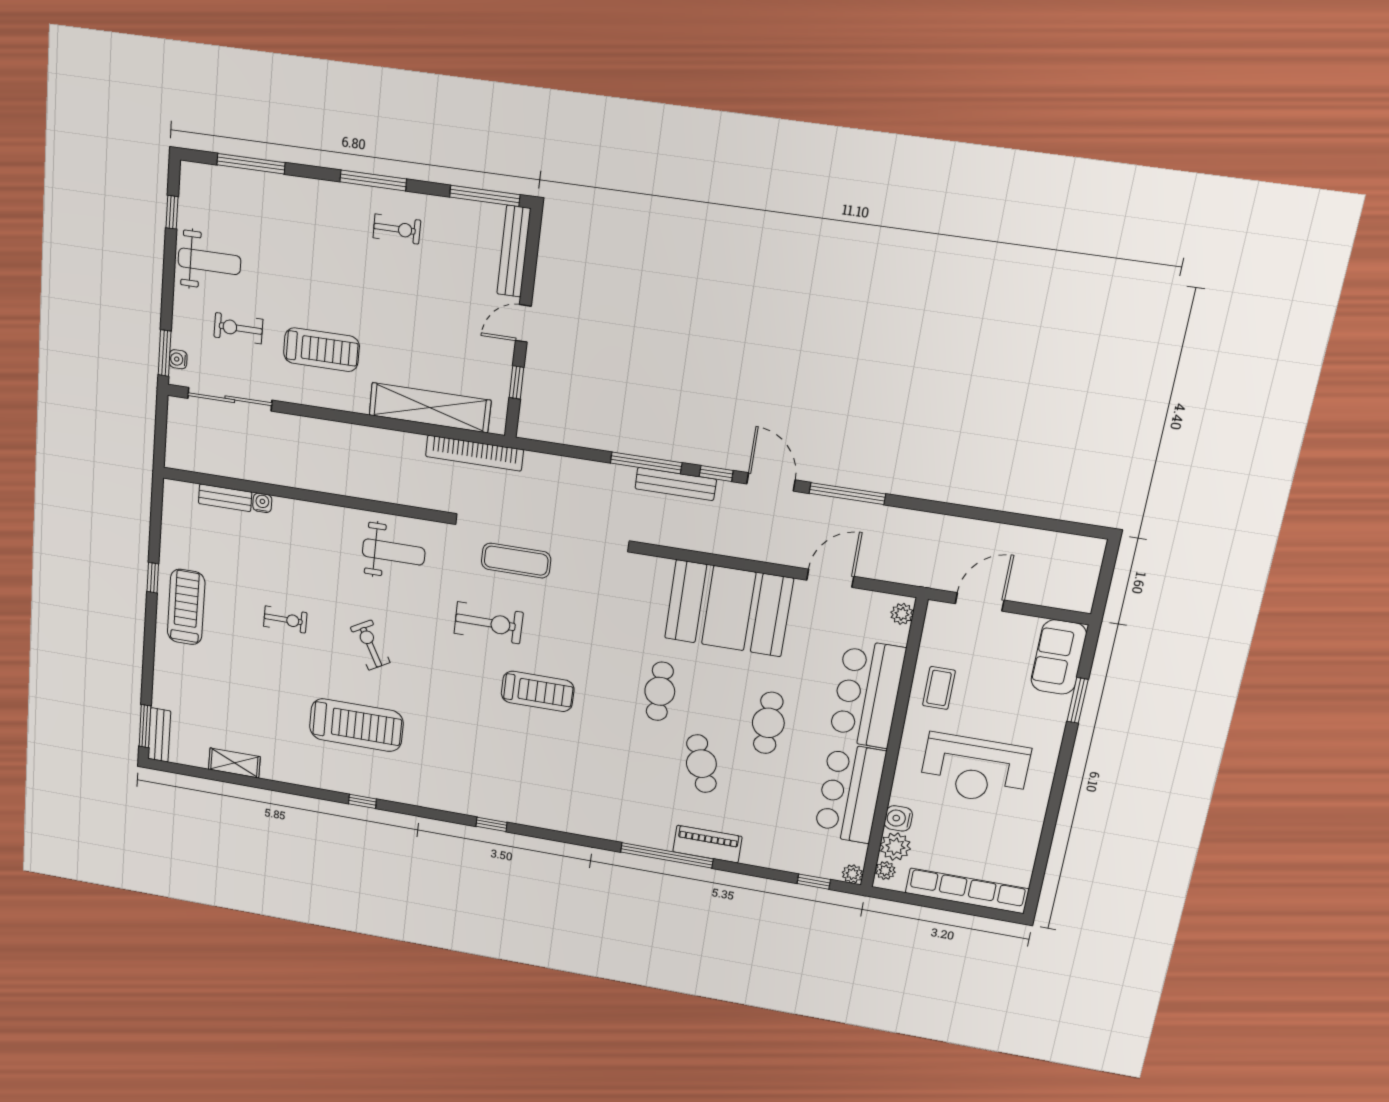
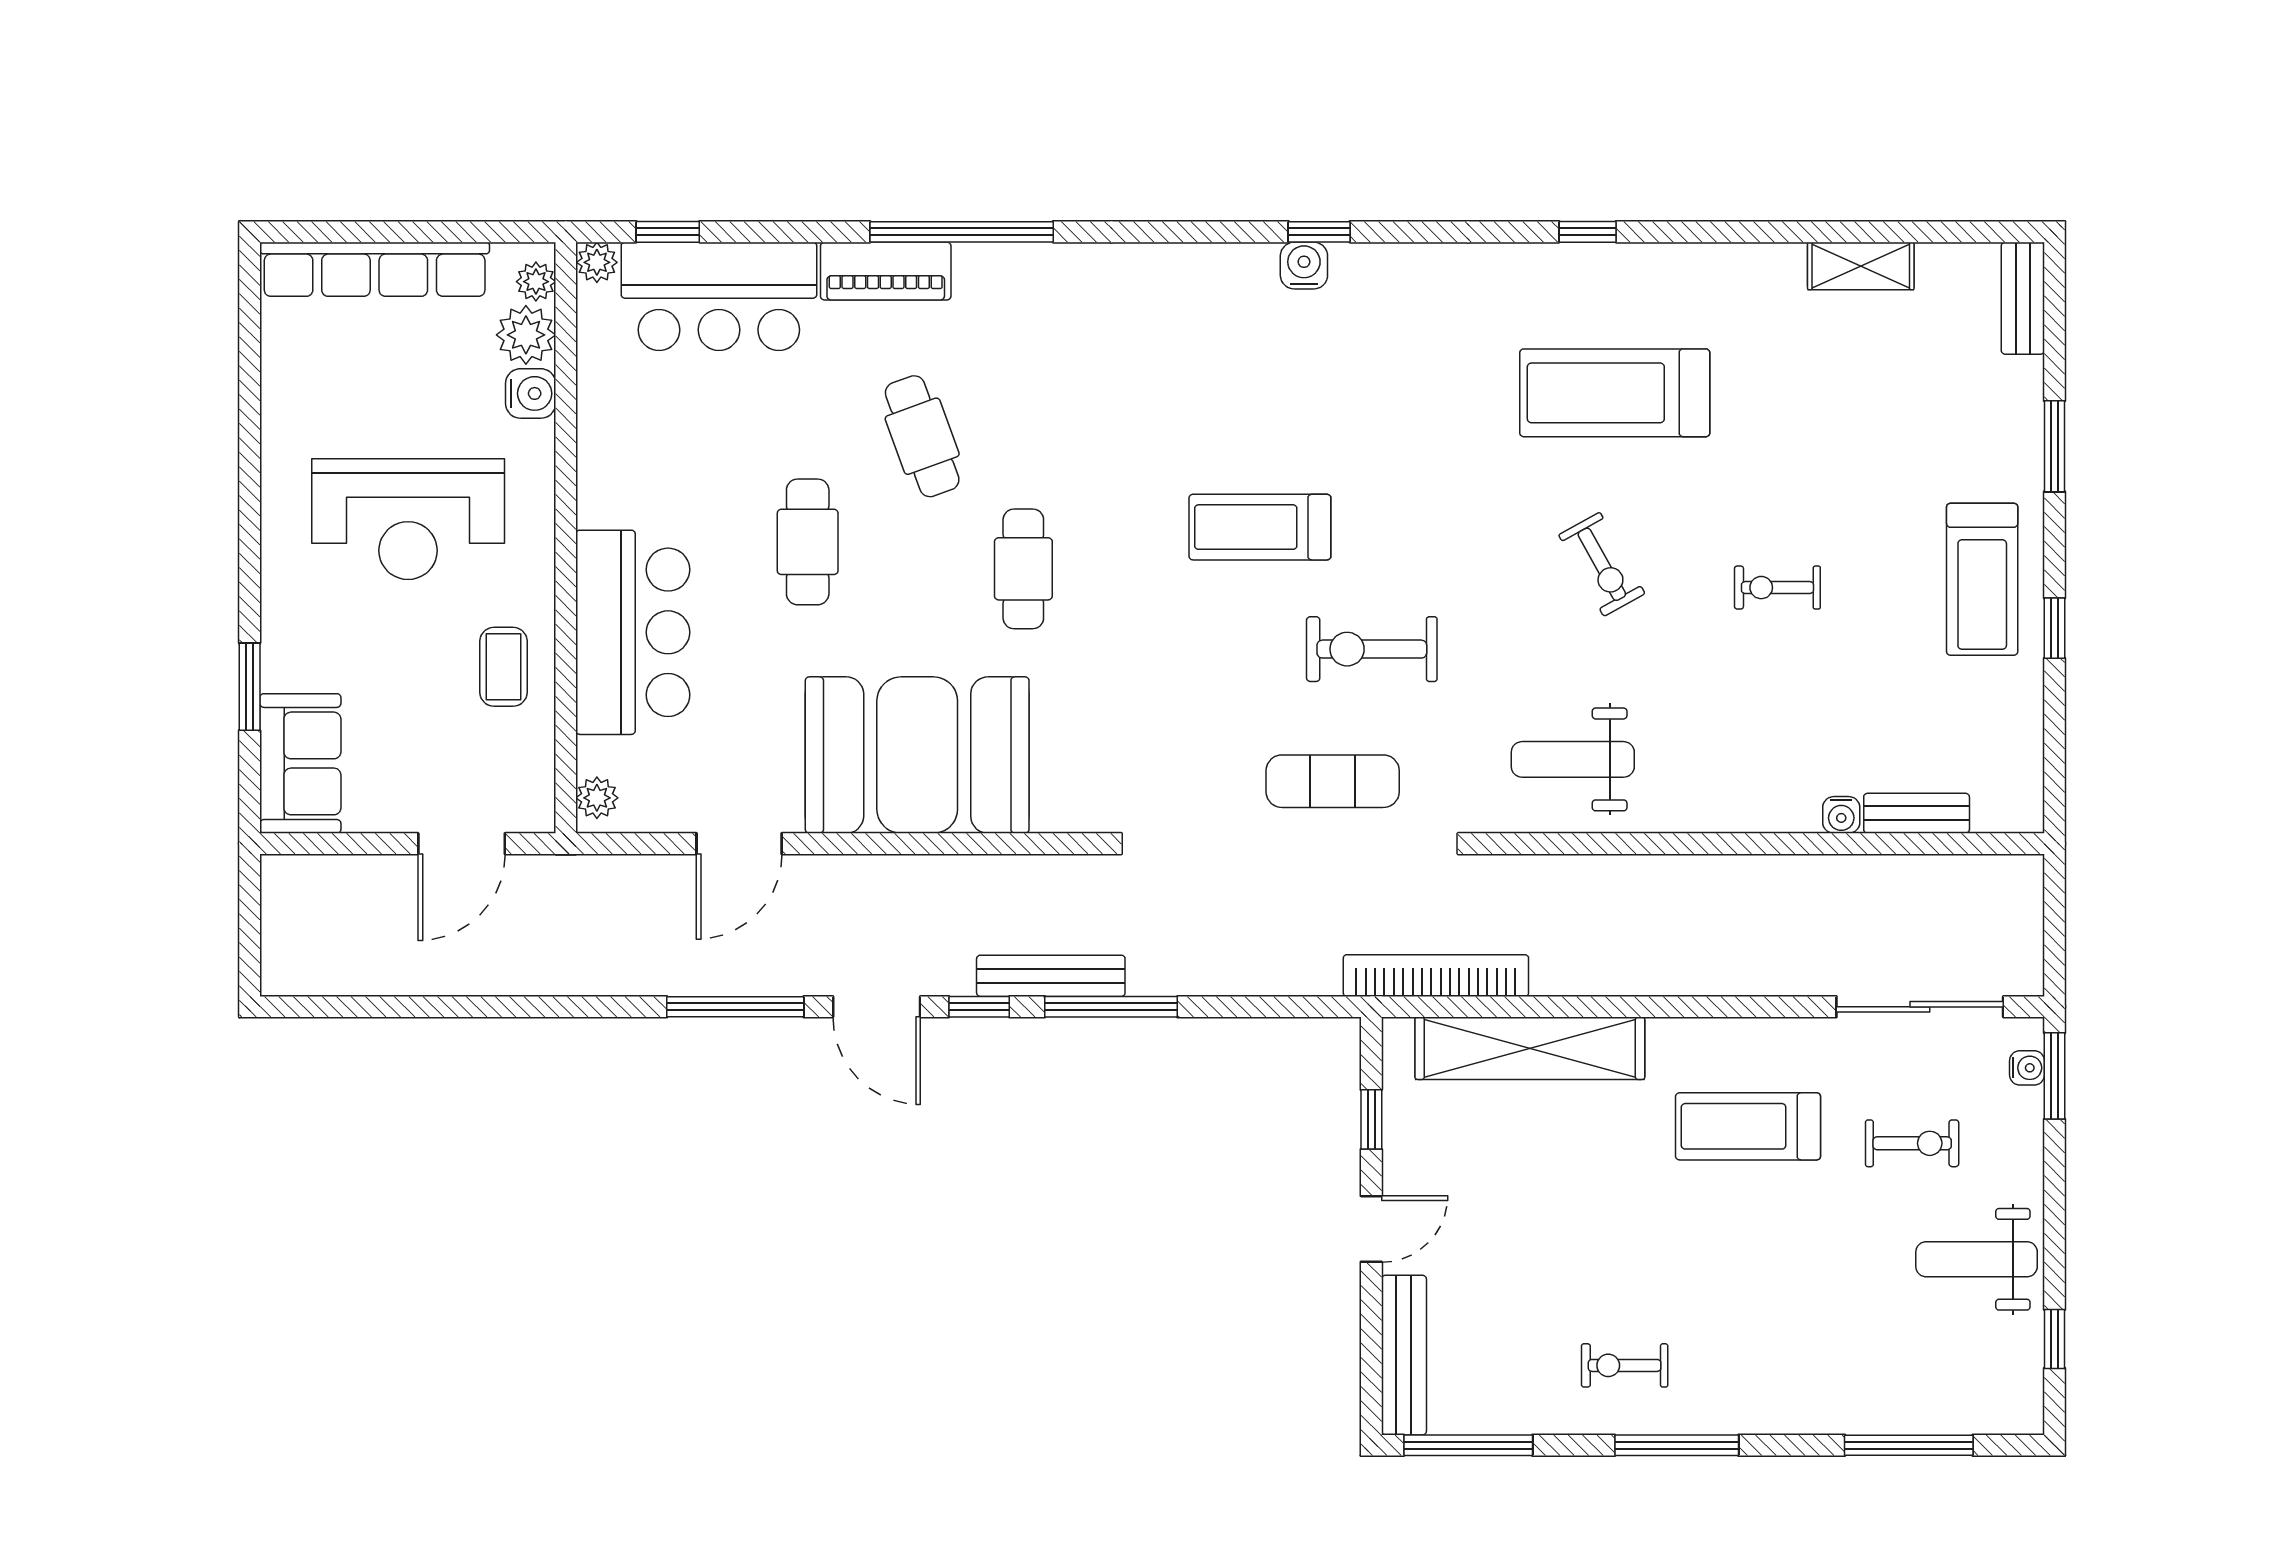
window: (145, 726) -> (2054, 446), moved
reception desk: (975, 769) -> (408, 519), turned 180
bar counter: (850, 793) -> (719, 296), moved, turned 90
water cooler: (501, 810) -> (1304, 266), added

